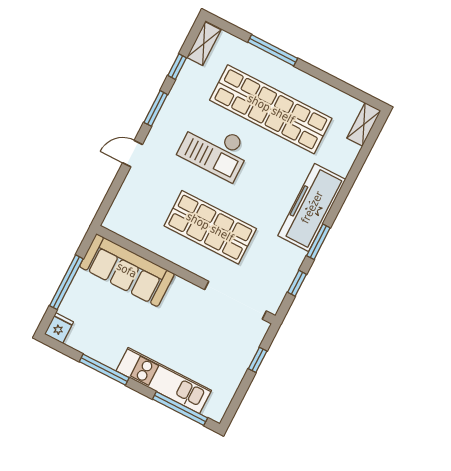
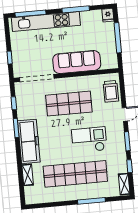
shelving: (364, 124) -> (28, 175), moved
trolley: (131, 204) -> (111, 91), added
sofa: (127, 270) -> (77, 62), moved
kitchen unit: (164, 381) -> (46, 21), width x1.36

